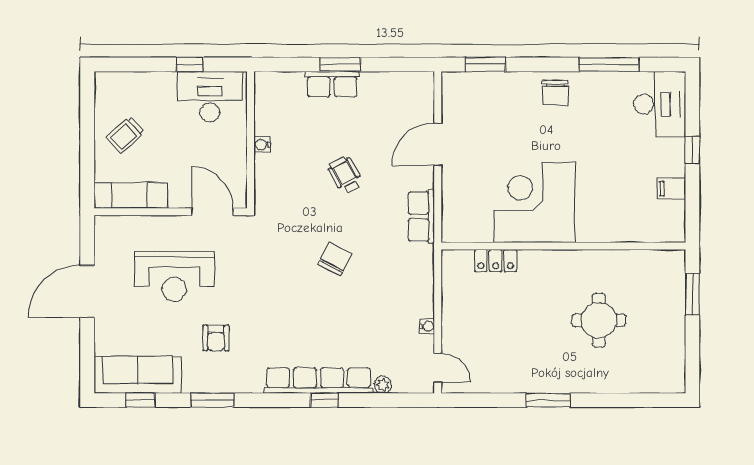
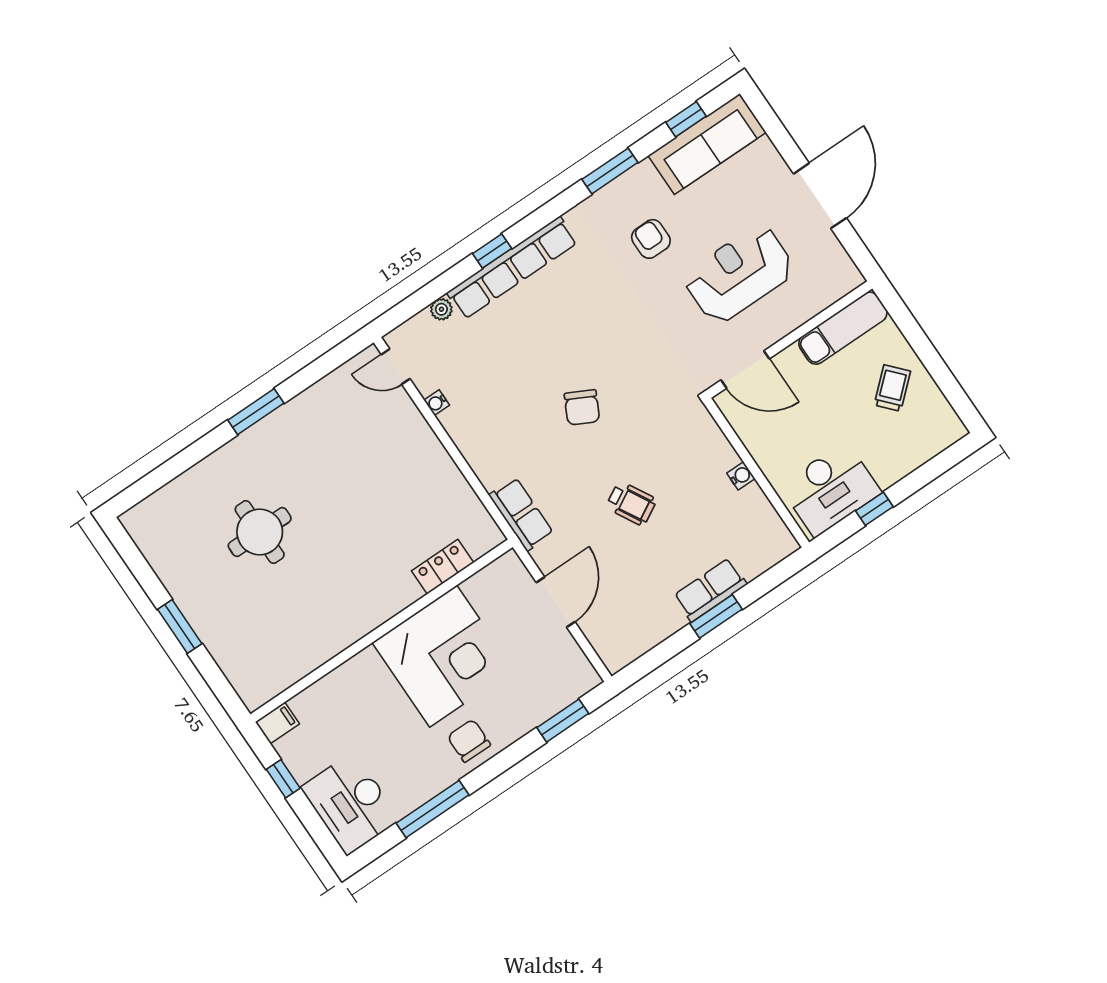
corner desk: (535, 202) -> (443, 656), moved
wall: (563, 246) -> (382, 631), moved
locker: (496, 261) -> (443, 567), moved

